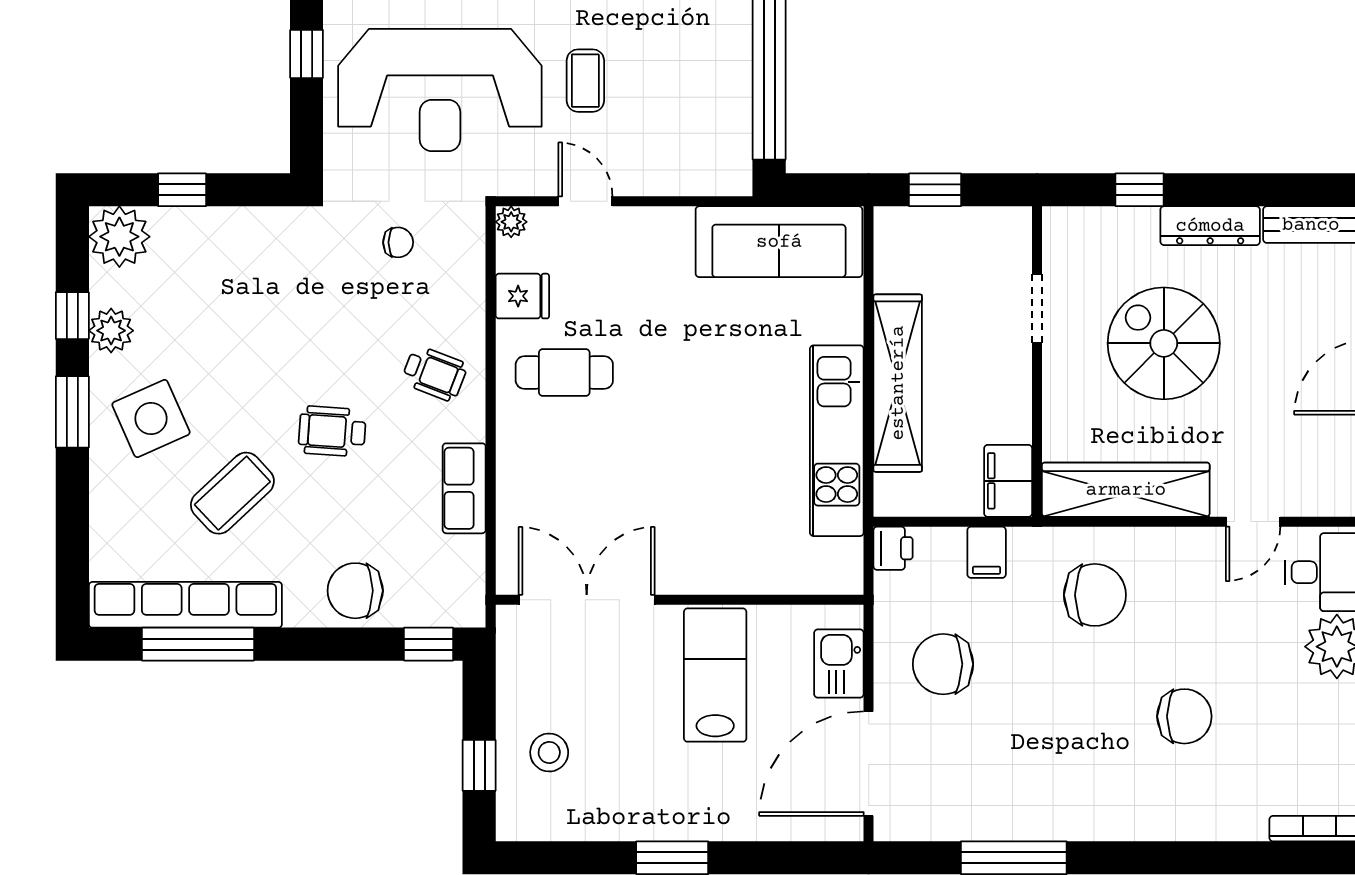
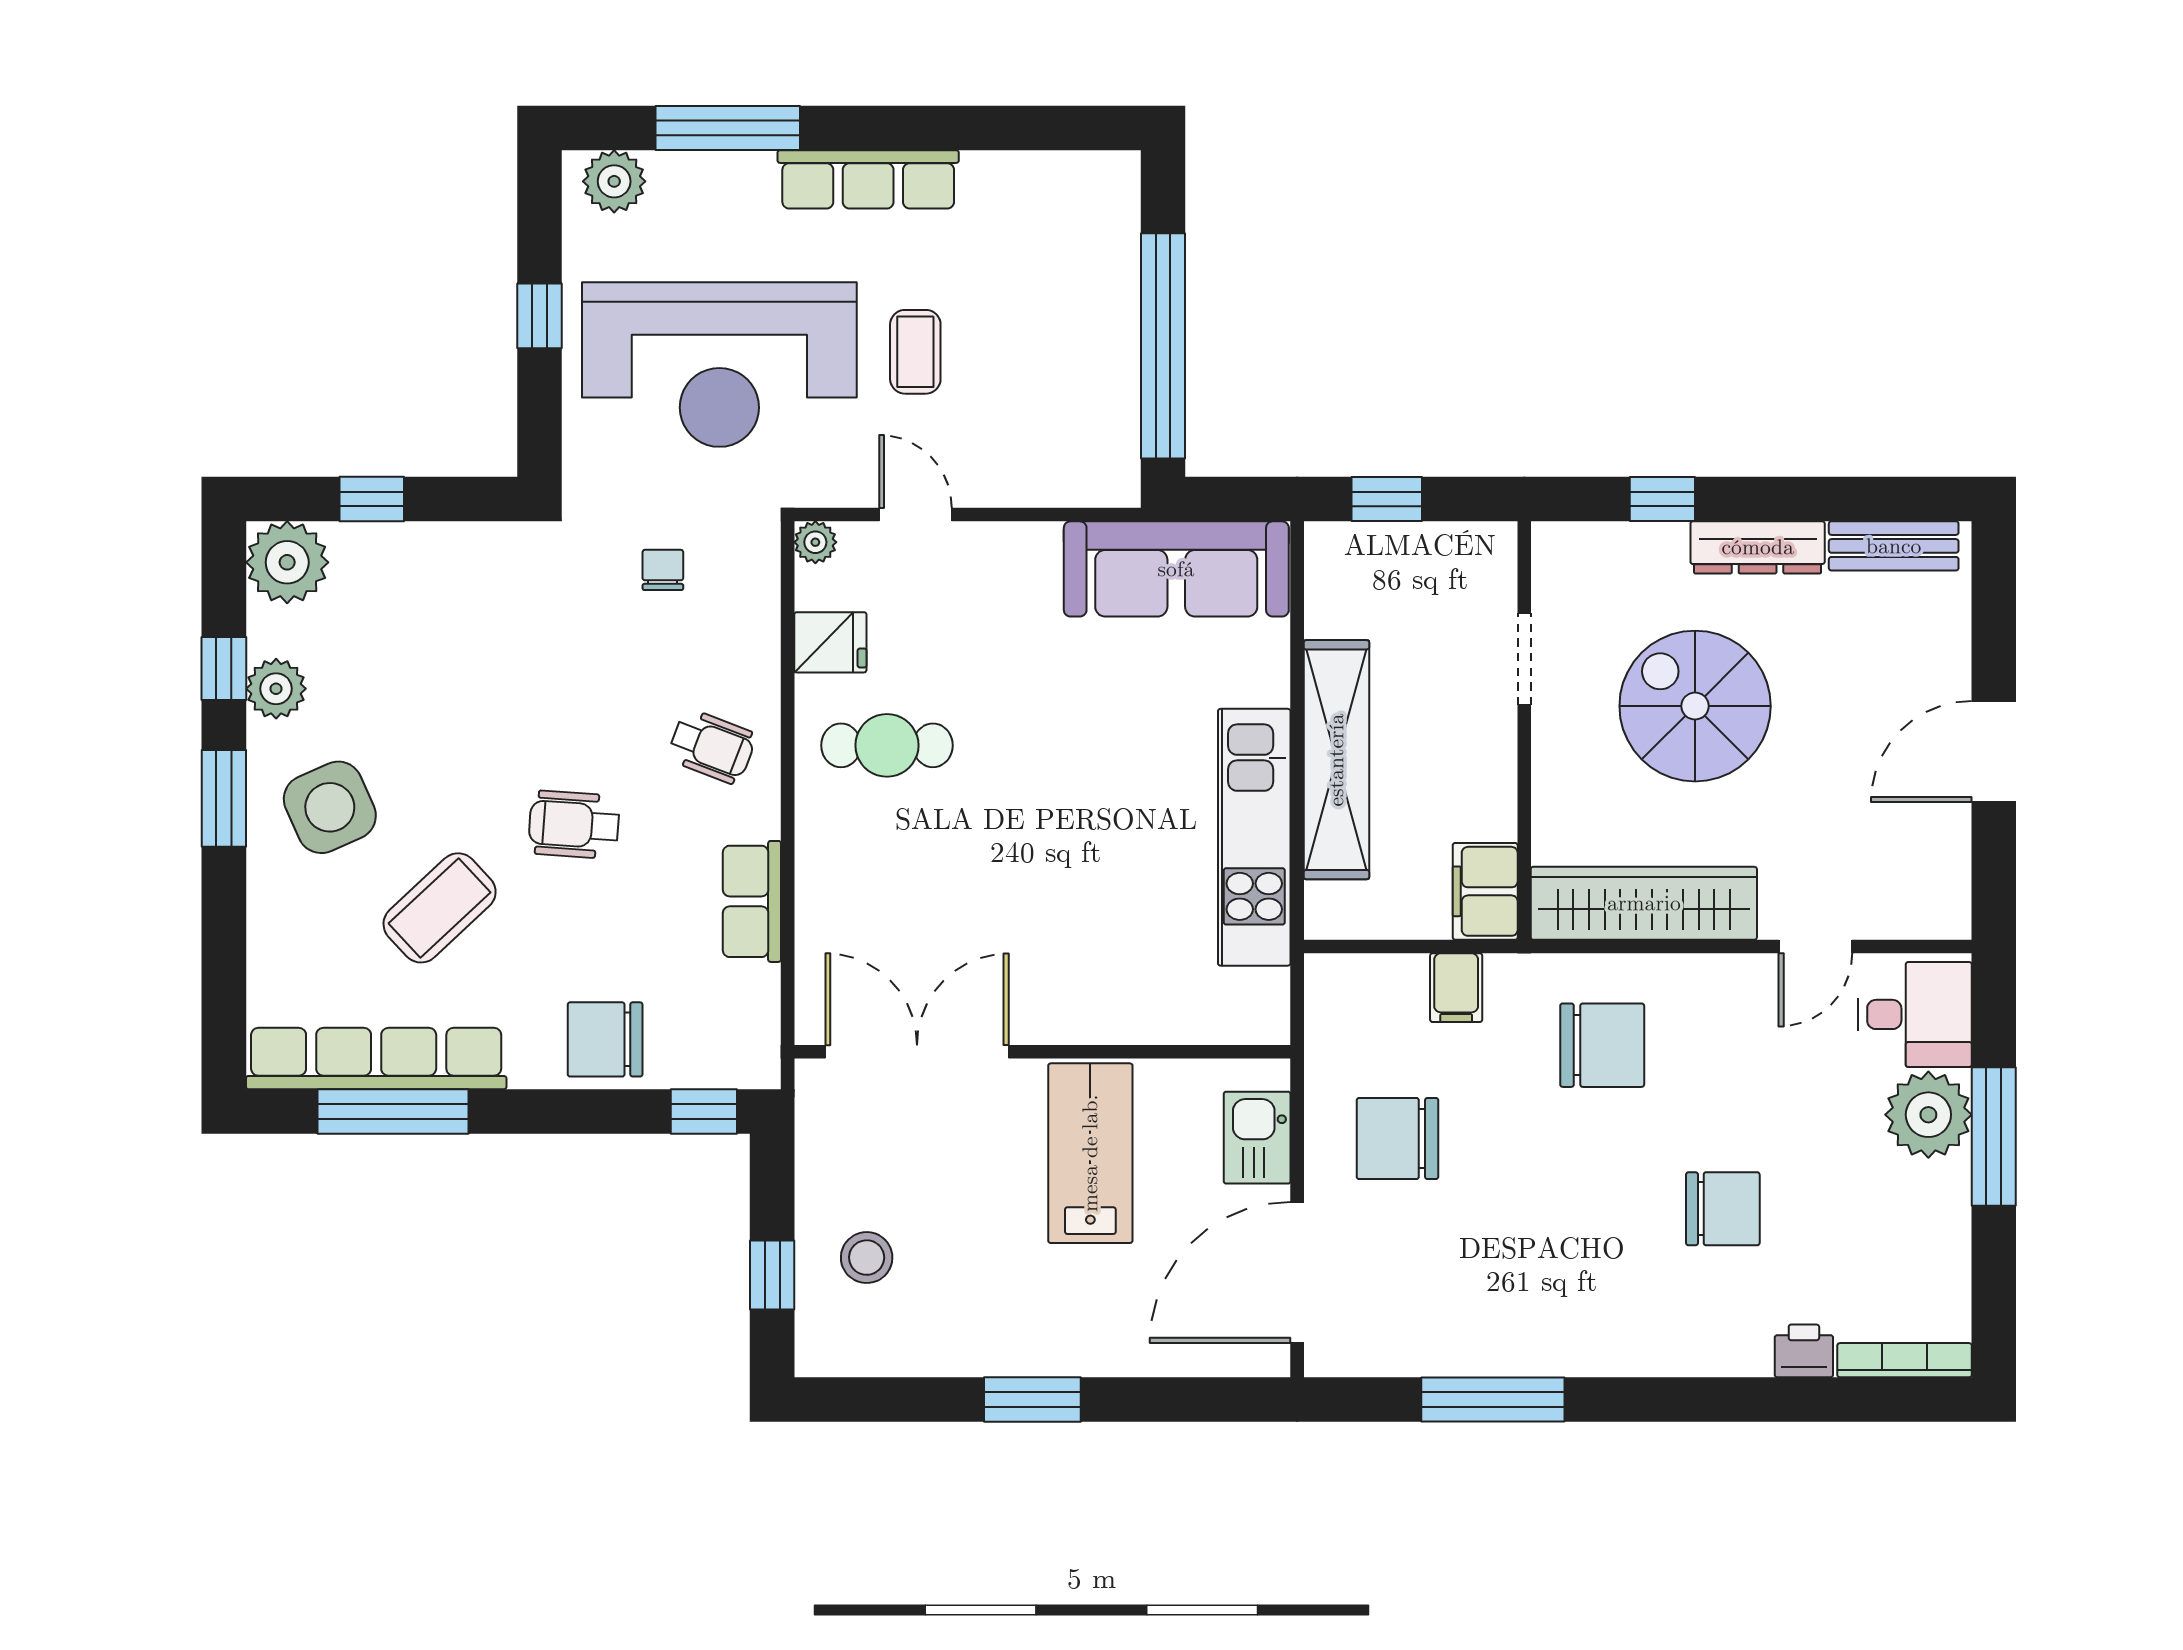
chair: (398, 242) -> (663, 570), turned -90
printer: (893, 548) -> (1804, 1351), moved, turned -90

